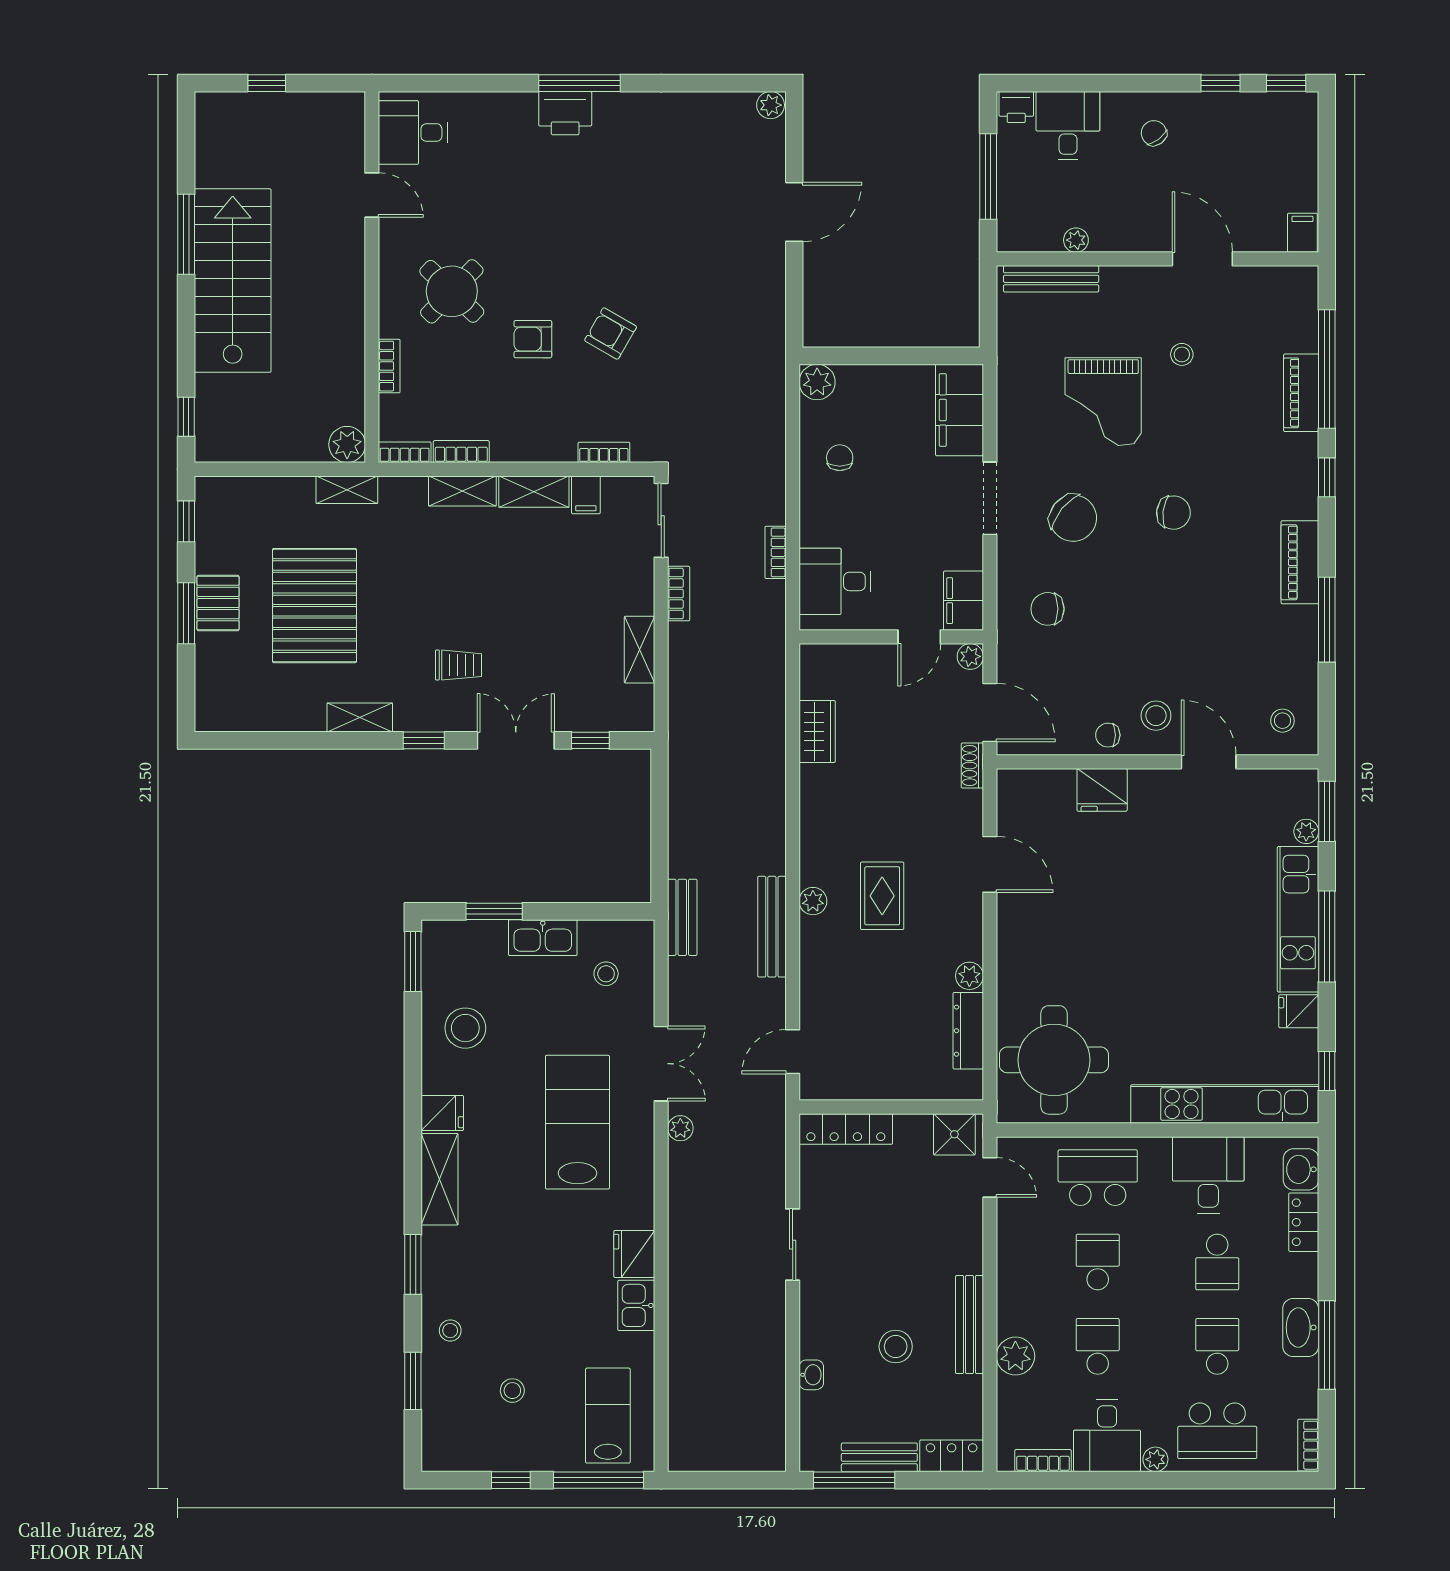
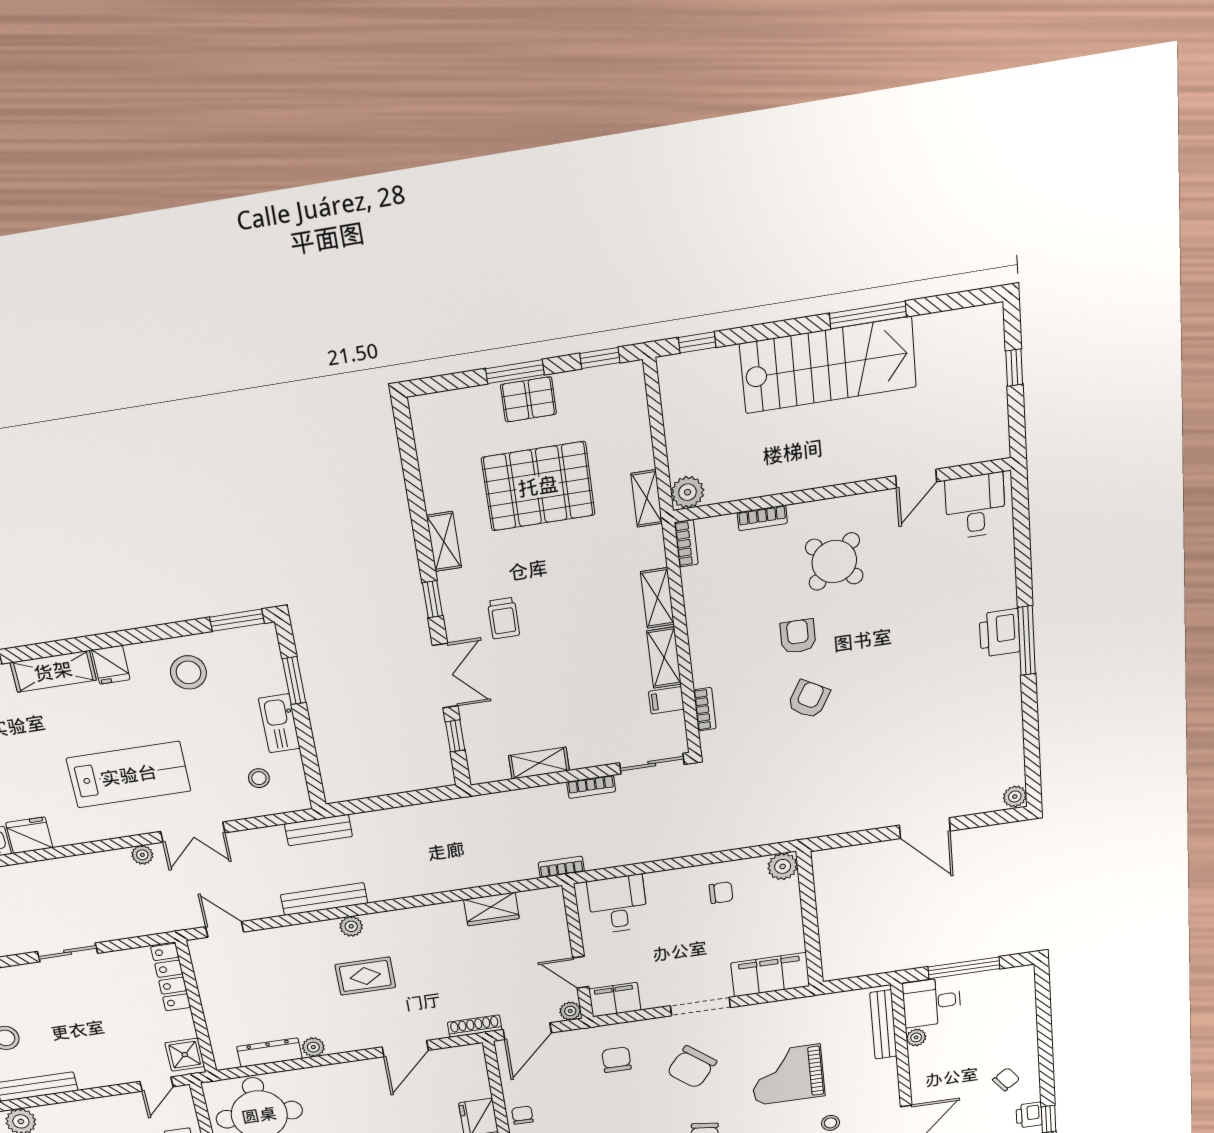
printer: (1016, 107) -> (1029, 1115), moved
desk: (1068, 126) -> (932, 1002), moved, turned 180
bookcase: (461, 452) -> (692, 592), removed
bookcase: (776, 552) -> (561, 867), moved
shoe rack: (972, 766) -> (475, 1026), width x1.43

